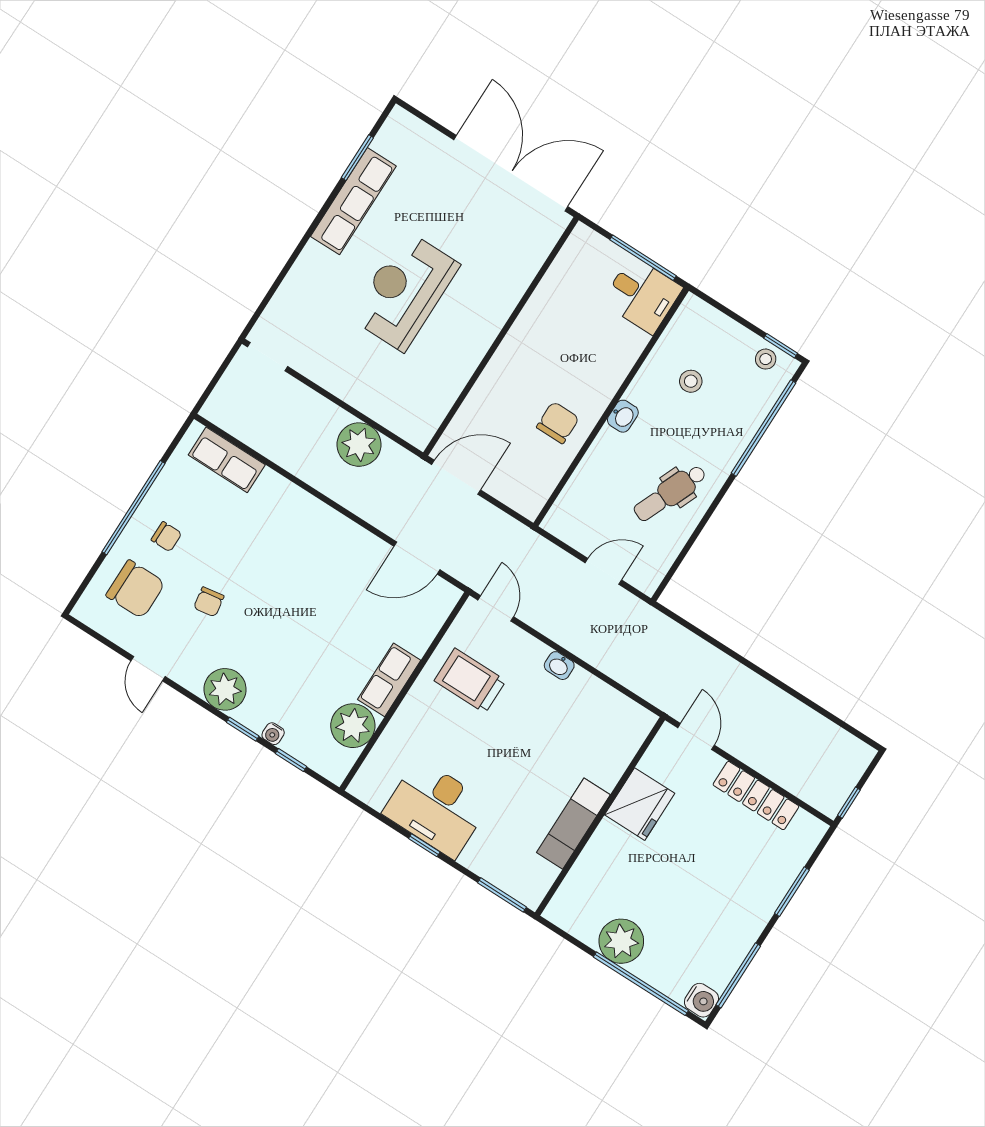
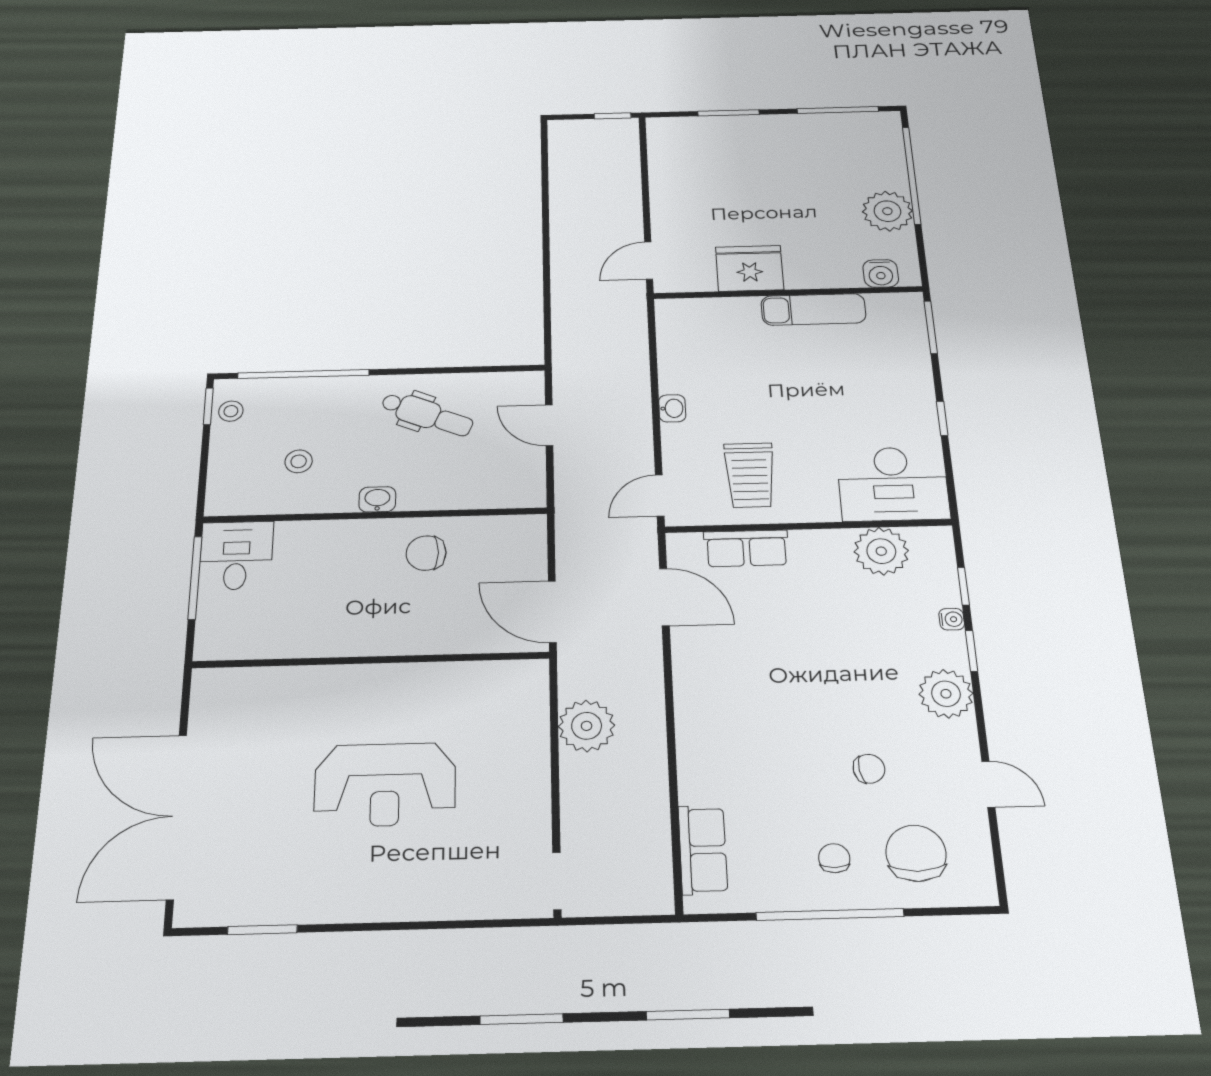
double door: (511, 173) -> (176, 816), moved
row of seats: (353, 201) -> (317, 902), removed
door: (148, 669) -> (988, 784), hinge flipped
row of seats: (389, 680) -> (746, 548), moved
locker: (756, 796) -> (665, 186), removed
desk: (436, 808) -> (893, 484), moved, turned 90
water cooler: (701, 1000) -> (881, 273), moved, turned 180

